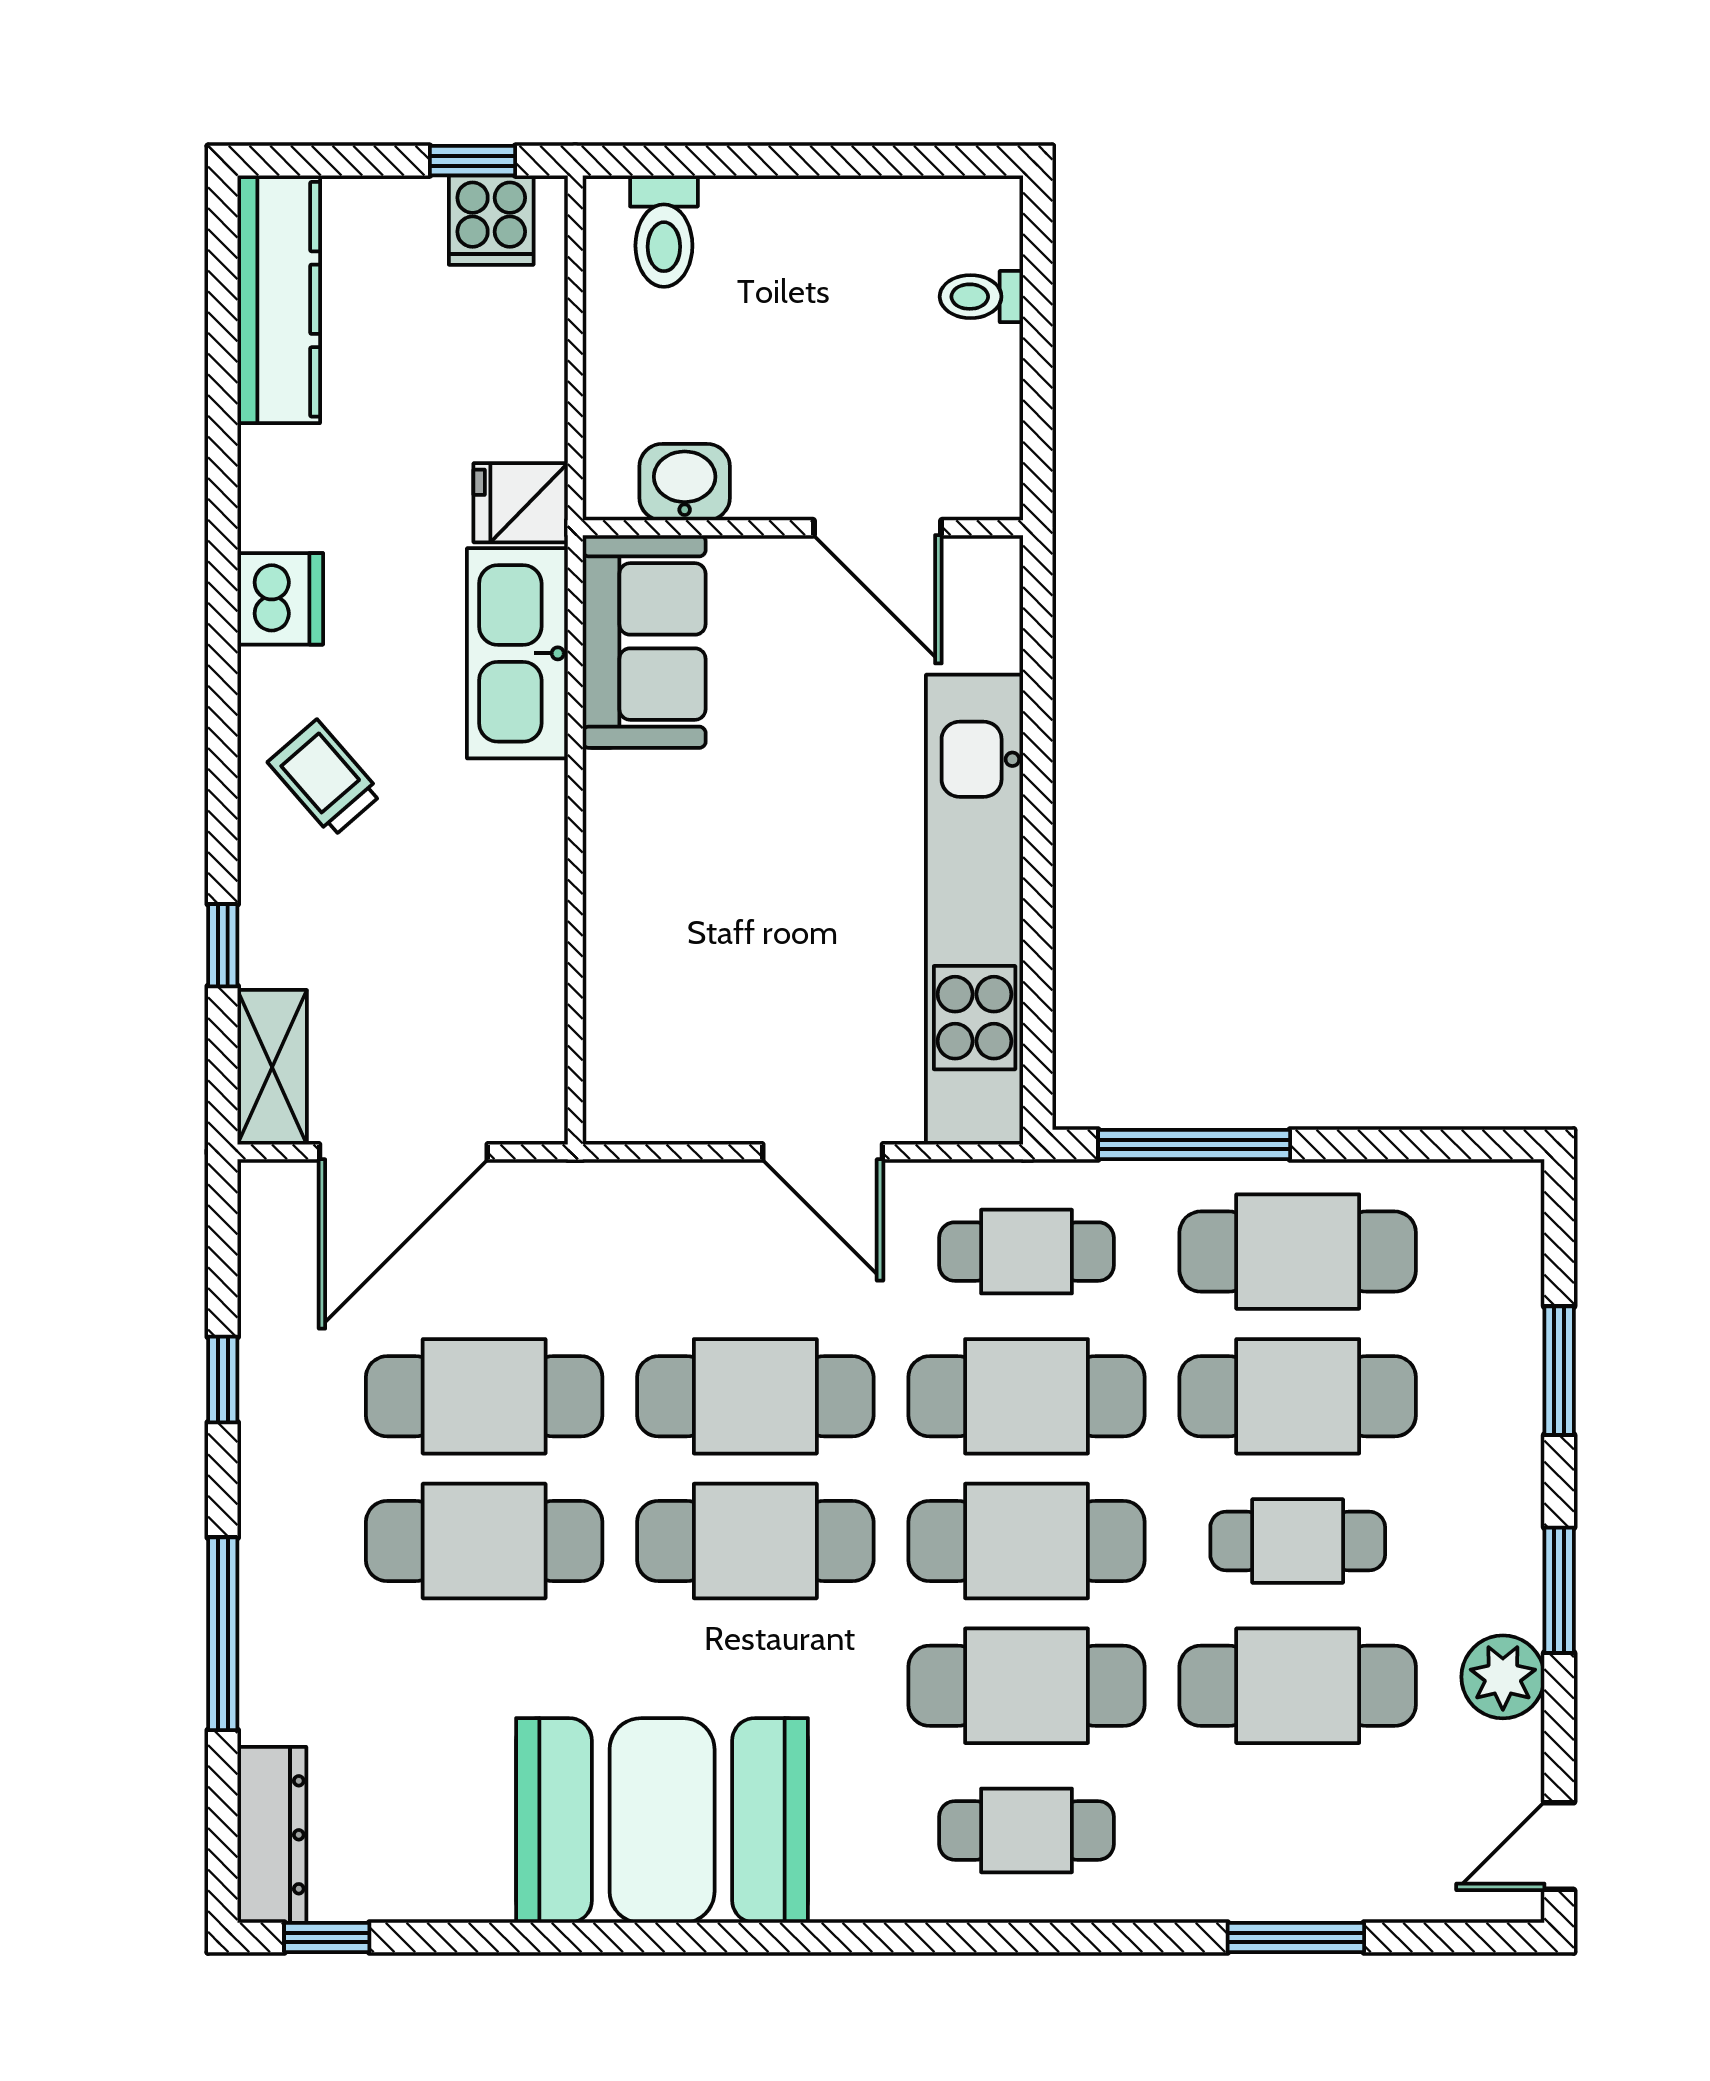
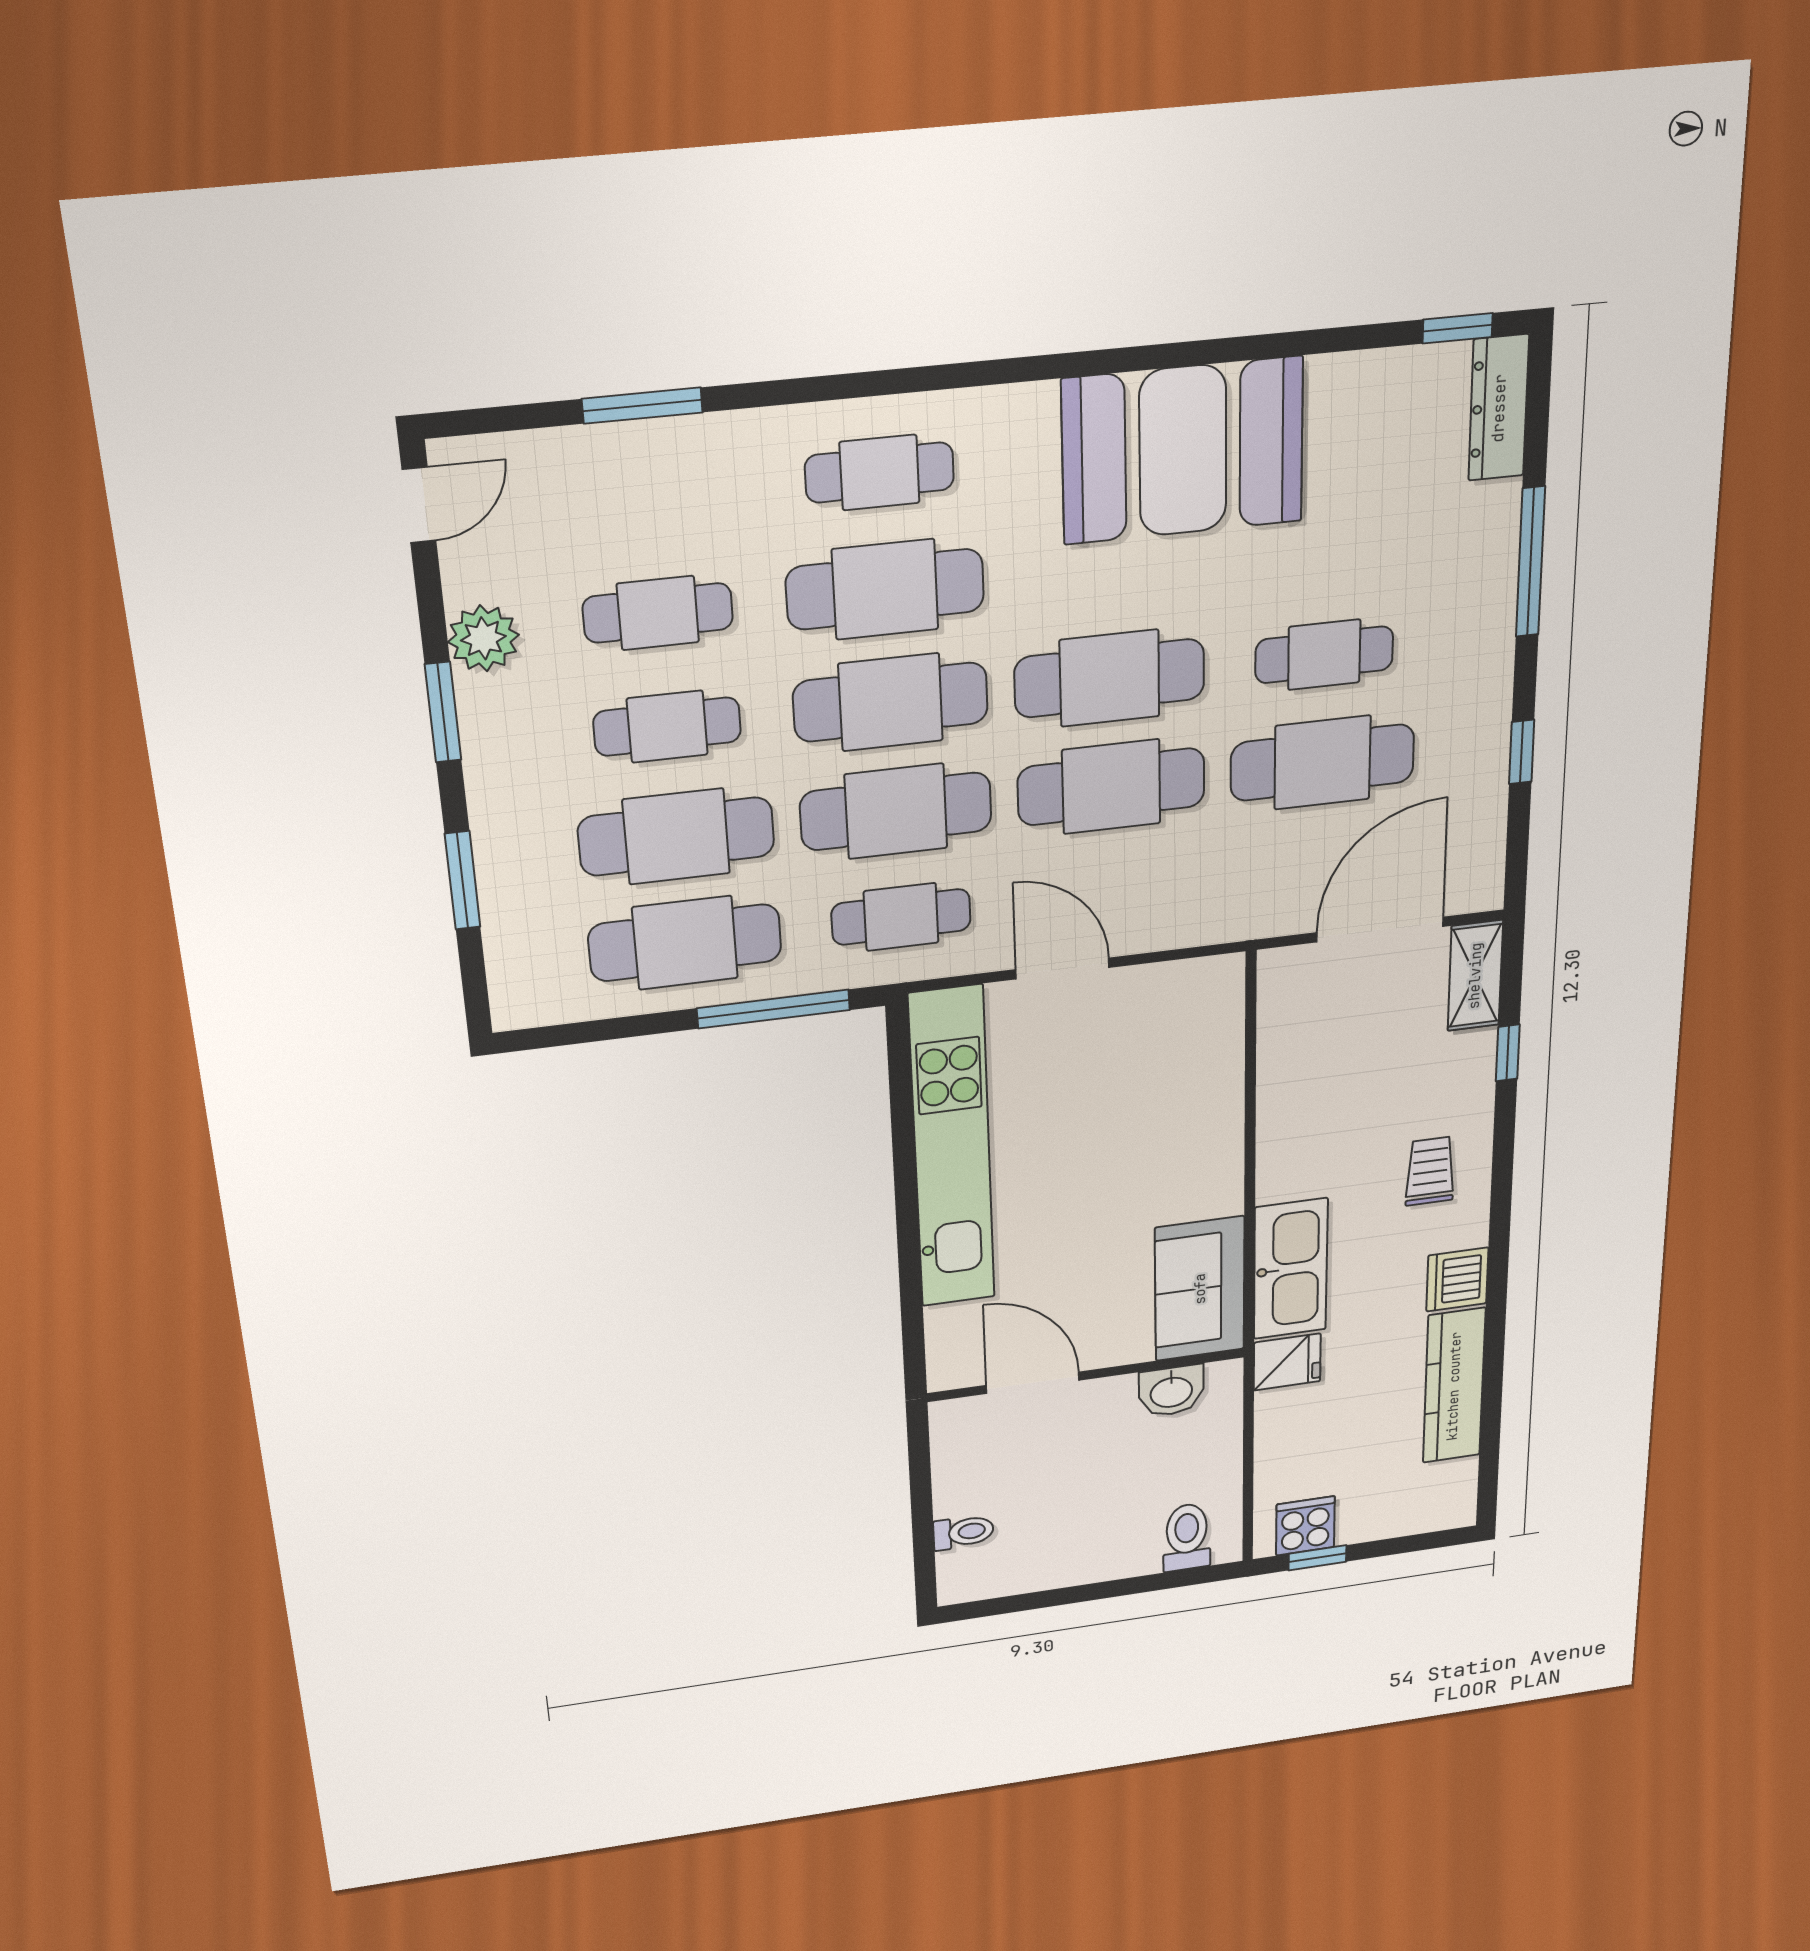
kitchen counter: (279, 299) -> (1454, 1386), moved
trolley: (325, 778) -> (1430, 1171), turned -139
cafe table: (484, 1541) -> (1324, 655), width x0.73, depth x0.74
cafe table: (1298, 1686) -> (658, 613), width x0.73, depth x0.74

